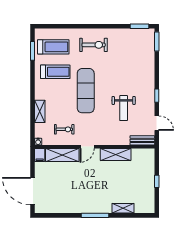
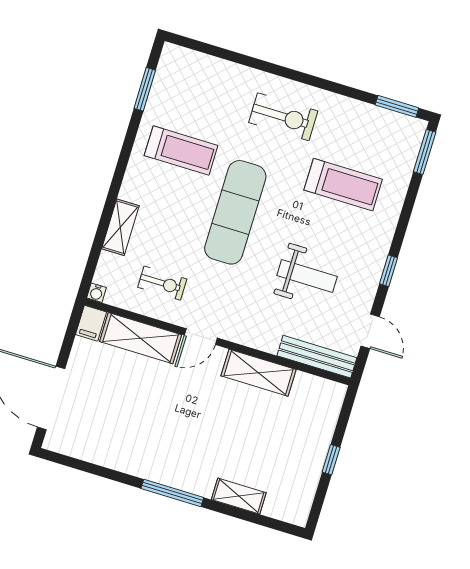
treadmill: (53, 47) -> (343, 185), moved
weight bench: (124, 108) -> (307, 276), turned -90
bench: (142, 140) -> (317, 357), width x1.36

